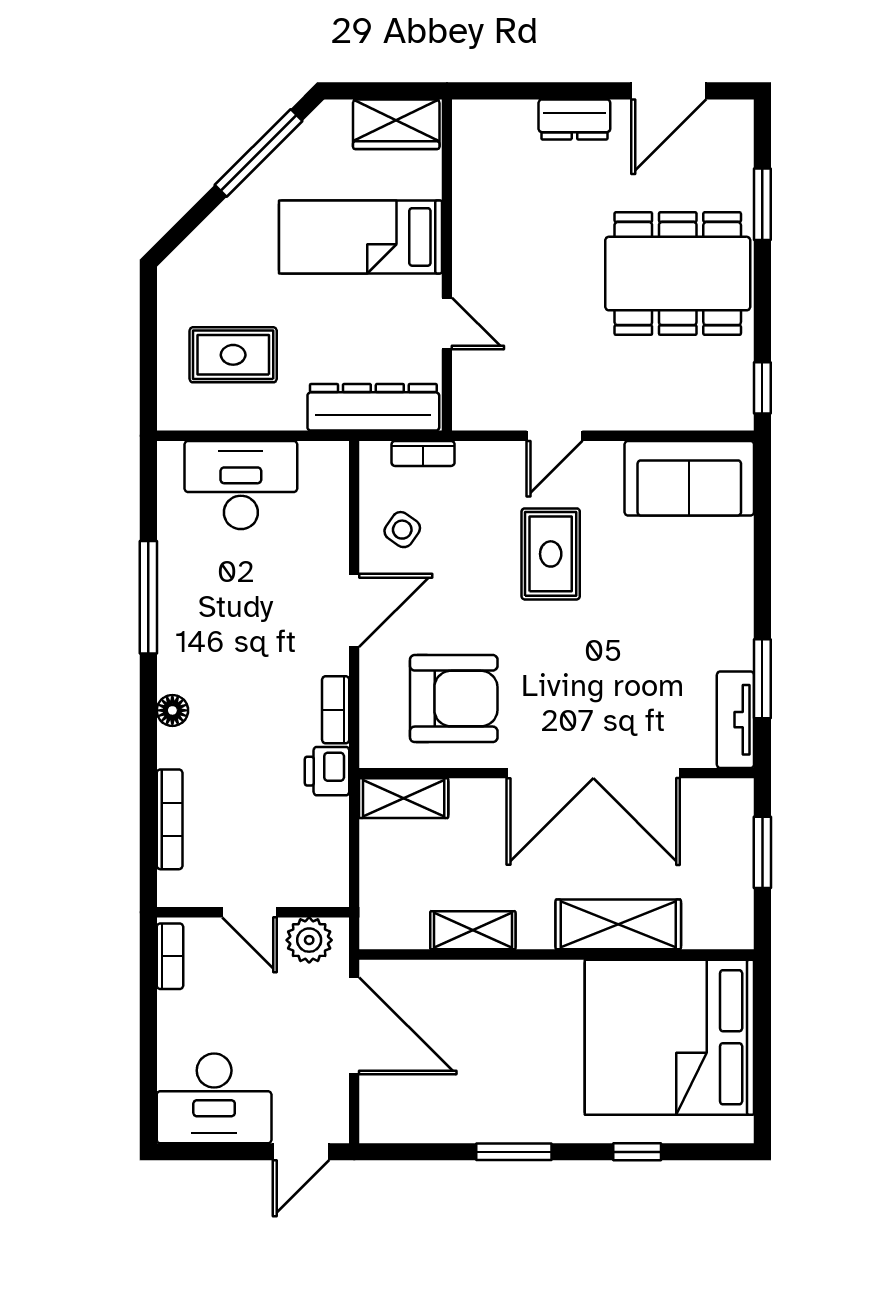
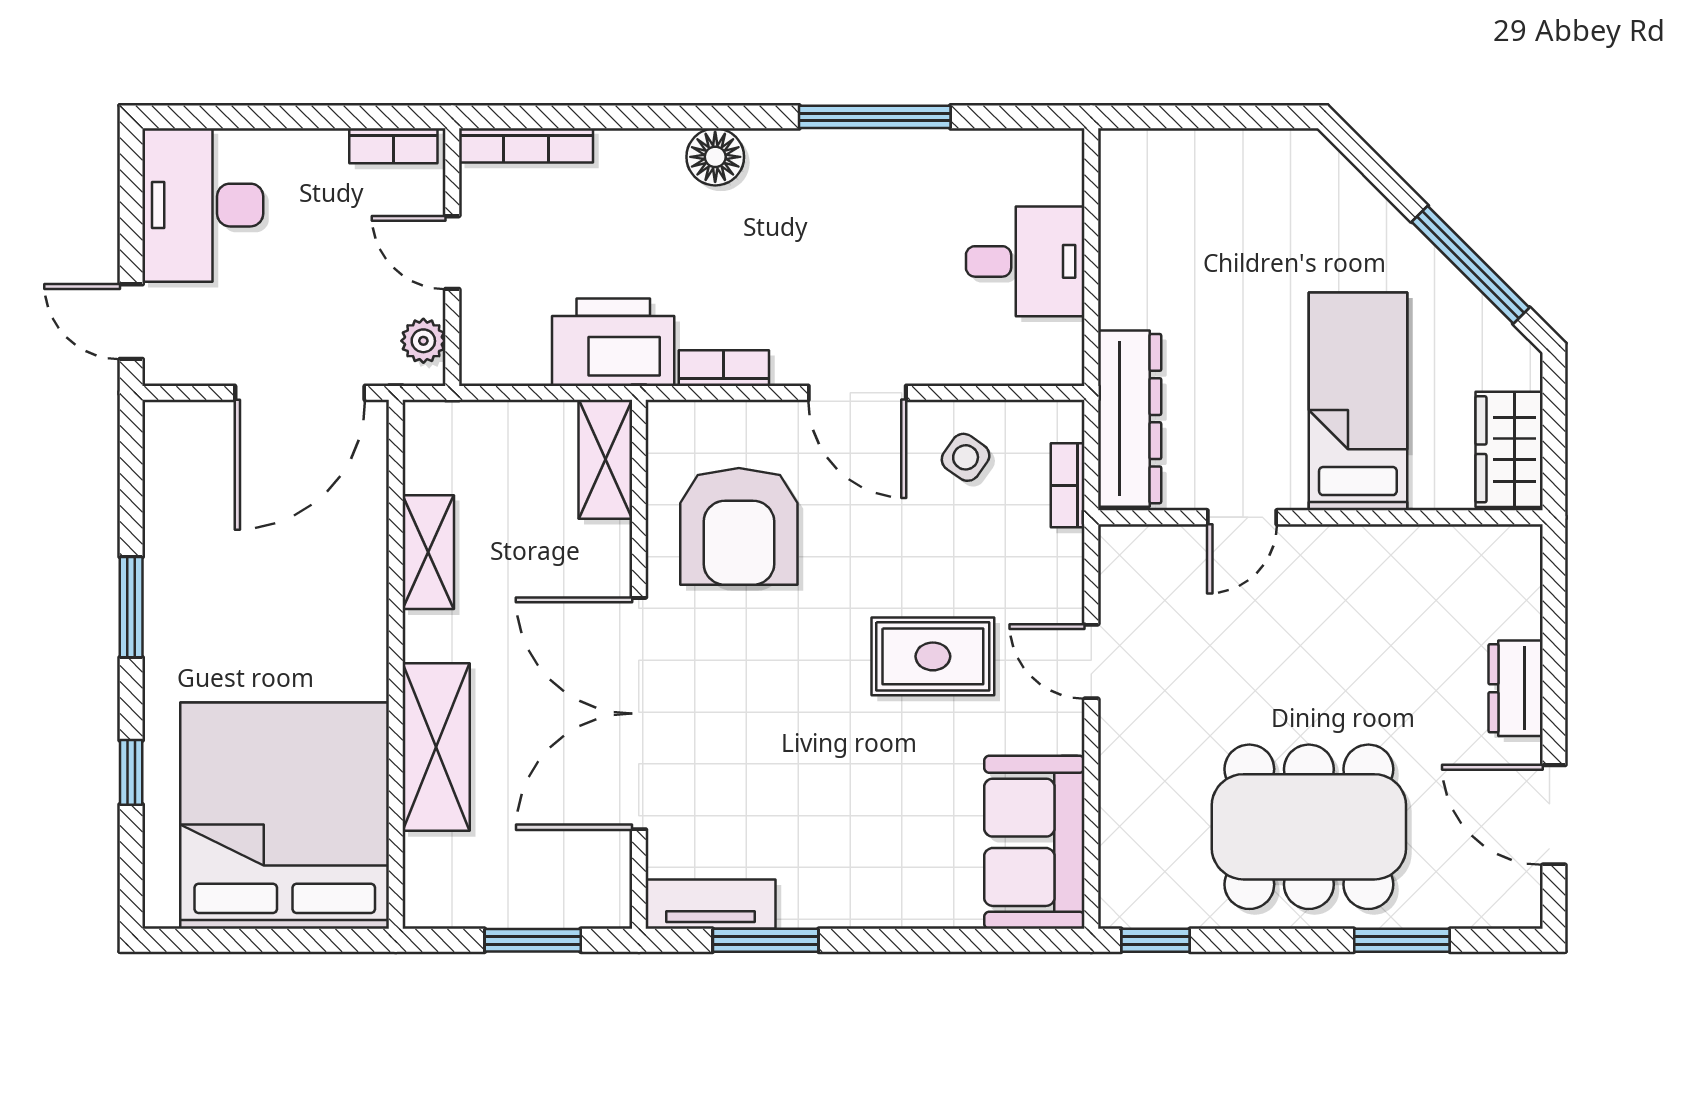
dining table: (678, 274) -> (1309, 827), turned 90
rug: (233, 355) -> (1200, 231), removed
desk: (241, 485) -> (1025, 261), width x0.73
floor lamp: (172, 710) -> (715, 157), width x1.37, depth x1.37
printer: (327, 771) -> (613, 342), width x1.87, depth x1.48
bookcase: (170, 819) -> (526, 145), moved
door: (250, 912) -> (452, 253), hinge flipped
plant: (309, 940) -> (423, 341), width x0.73, depth x0.73

